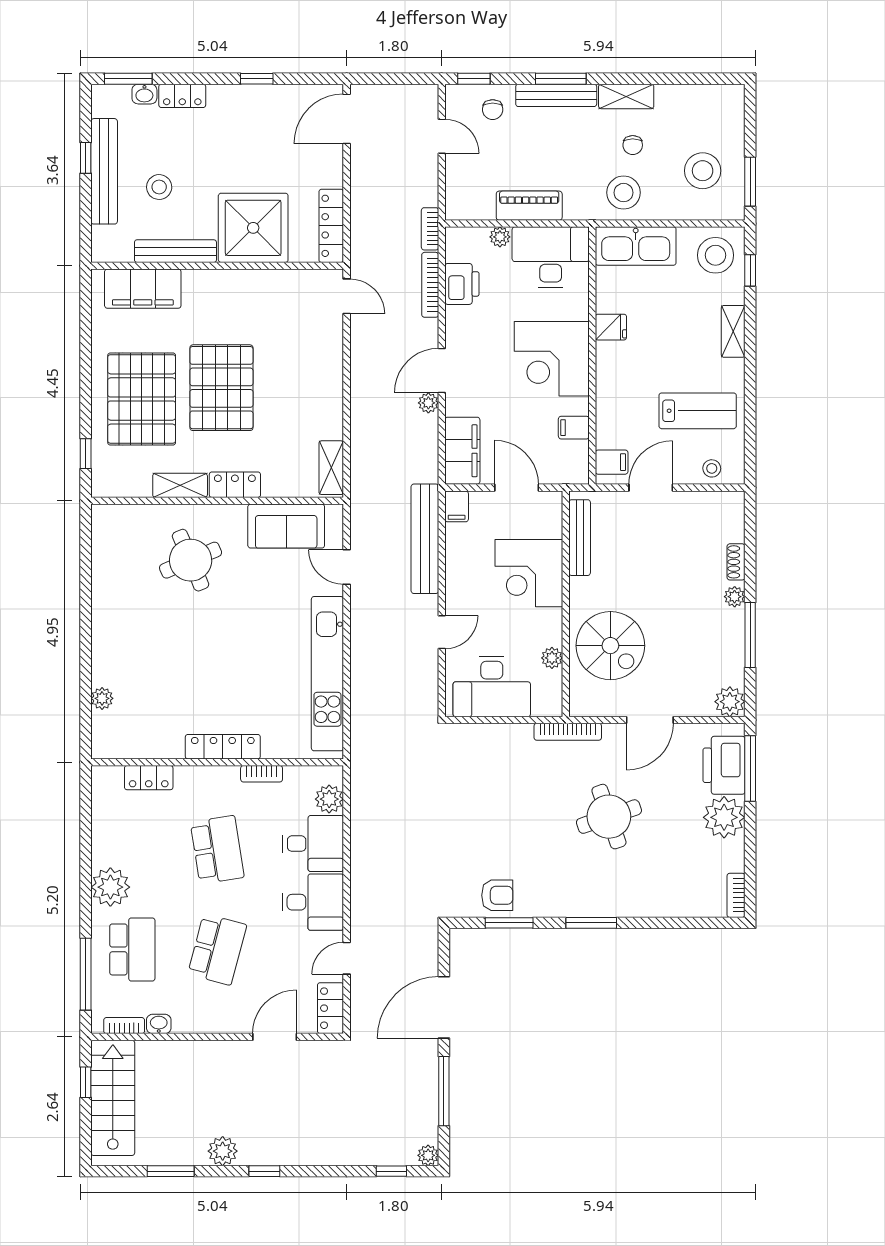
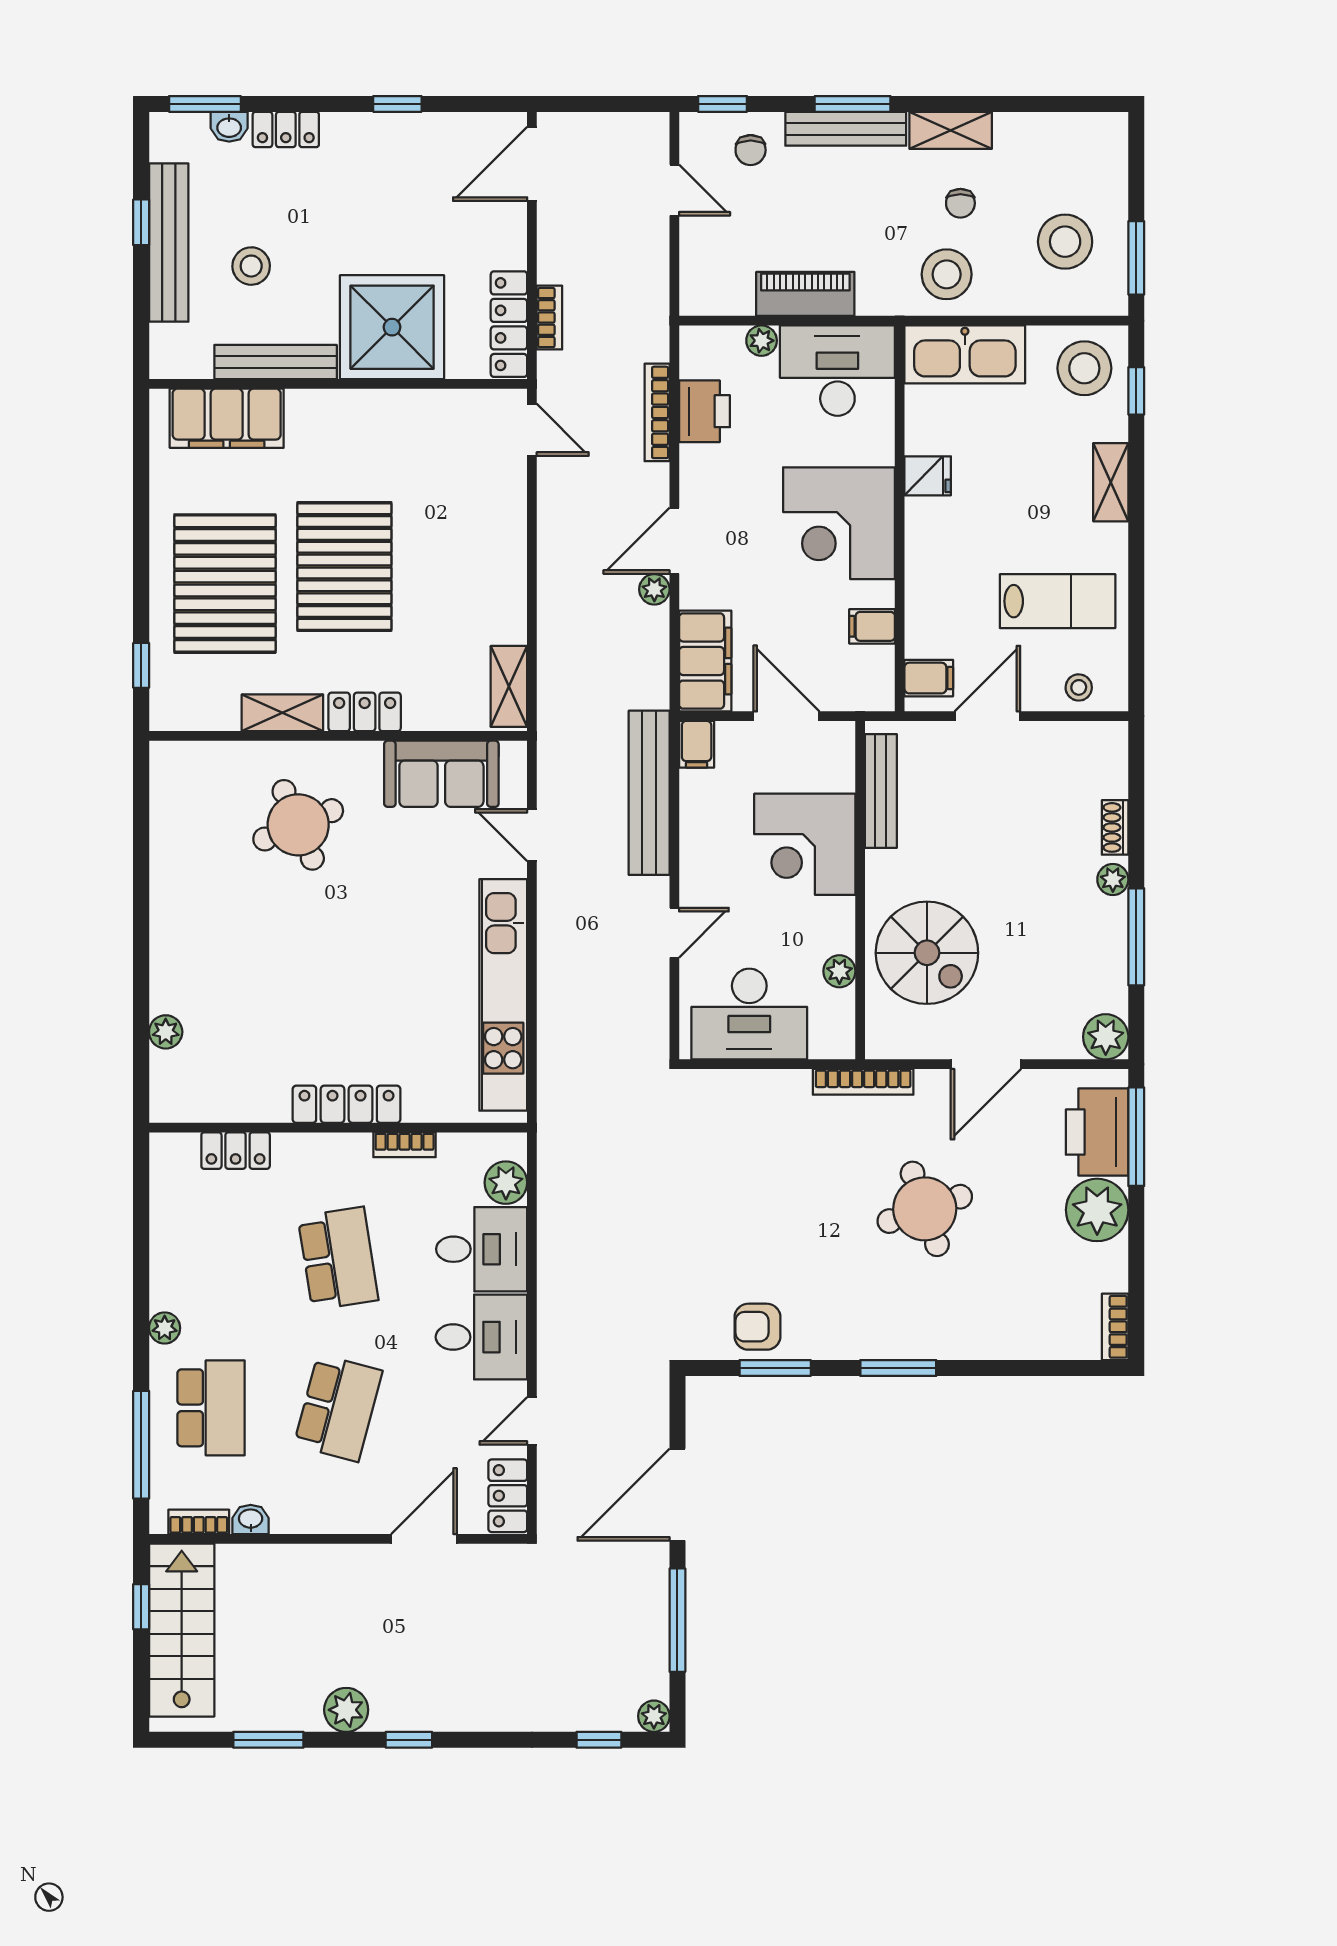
bookcase: (430, 229) -> (549, 318), moved, turned 180
plant: (110, 887) -> (165, 1328), width x0.53, depth x0.53
armchair: (497, 895) -> (758, 1327), turned 180

